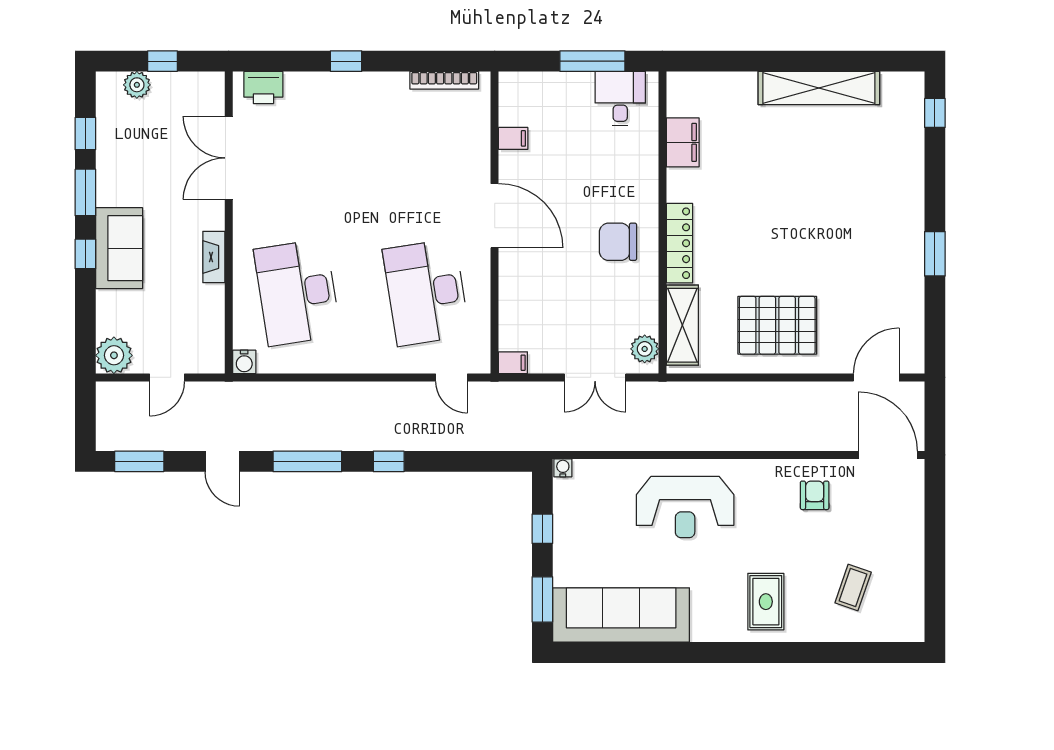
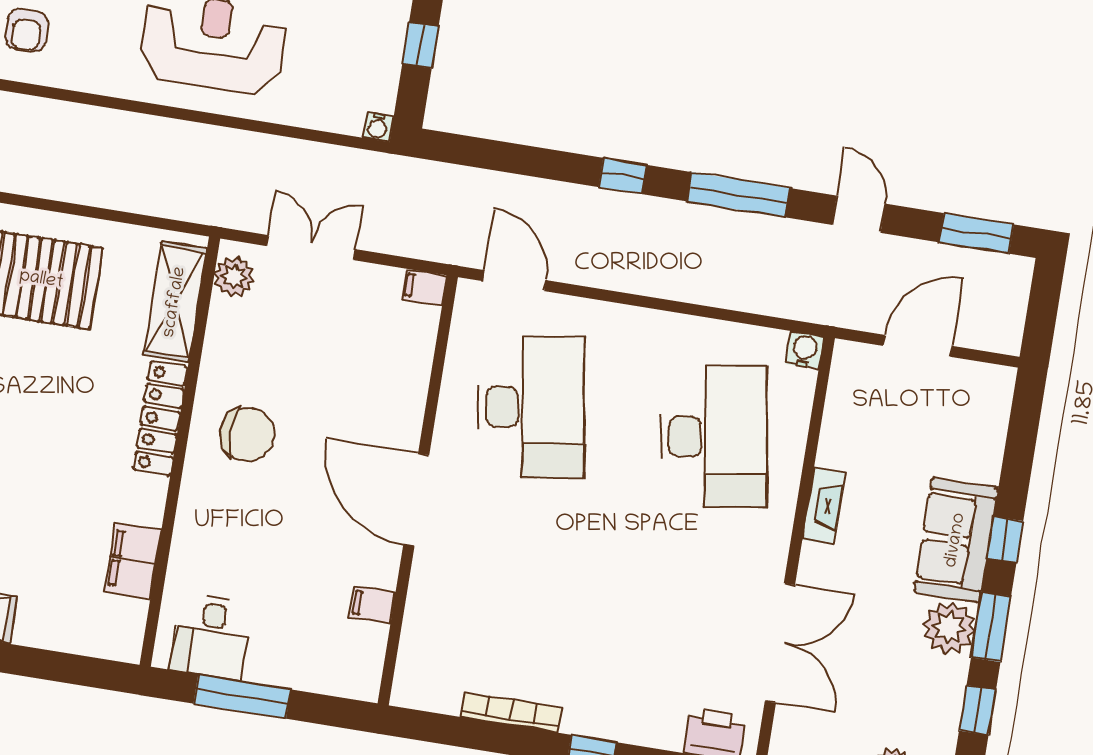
bookcase: (444, 80) -> (511, 712), moved
plant: (114, 355) -> (949, 628), moved
door: (167, 377) -> (918, 346), width x1.38
door: (452, 377) -> (514, 281), width x1.38

